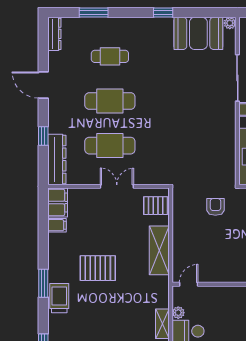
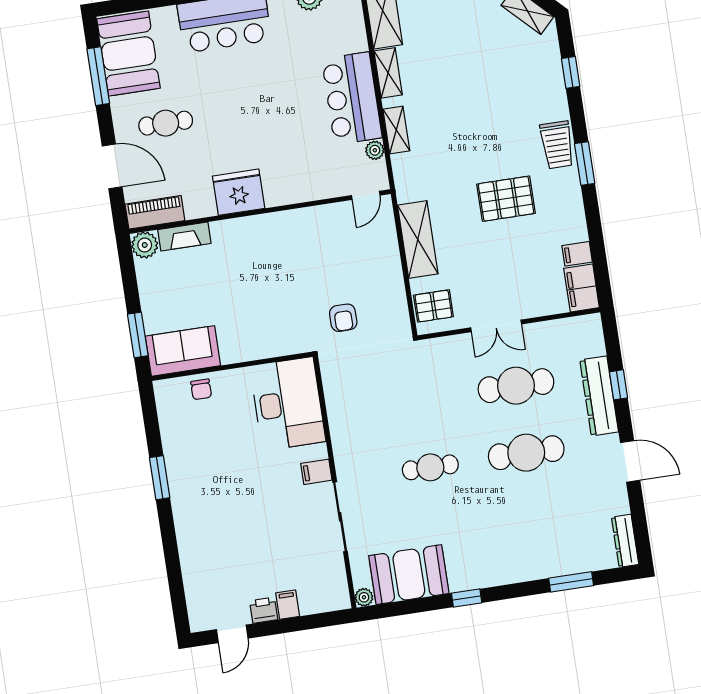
cafe table: (110, 56) -> (430, 467), moved
dresser: (57, 159) -> (599, 396), moved

